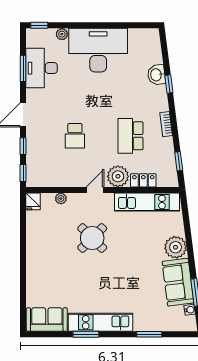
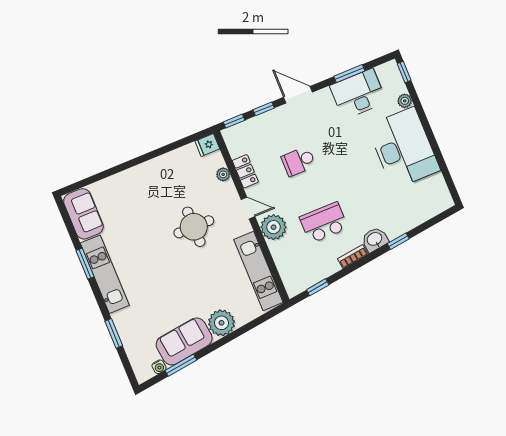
washbasin: (156, 75) -> (375, 239), moved
locker: (143, 180) -> (245, 171), moved
round table: (92, 238) -> (194, 227), turned 45

